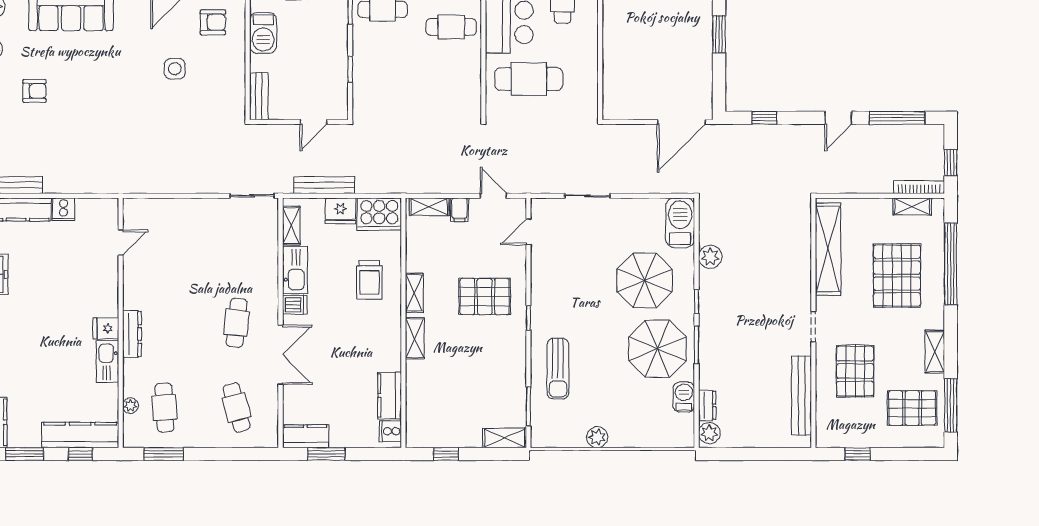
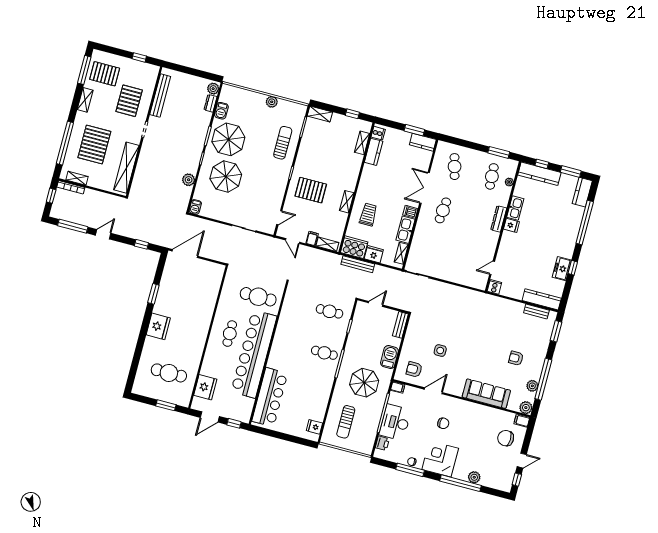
cafe table: (451, 27) -> (329, 311), moved
bench: (324, 185) -> (358, 264), moved
cooker: (63, 209) -> (494, 287), moved
barbecue: (680, 223) -> (195, 207), width x0.53, depth x0.65
shelving: (415, 338) -> (362, 143), moved

